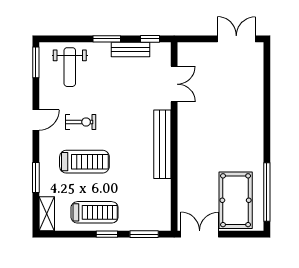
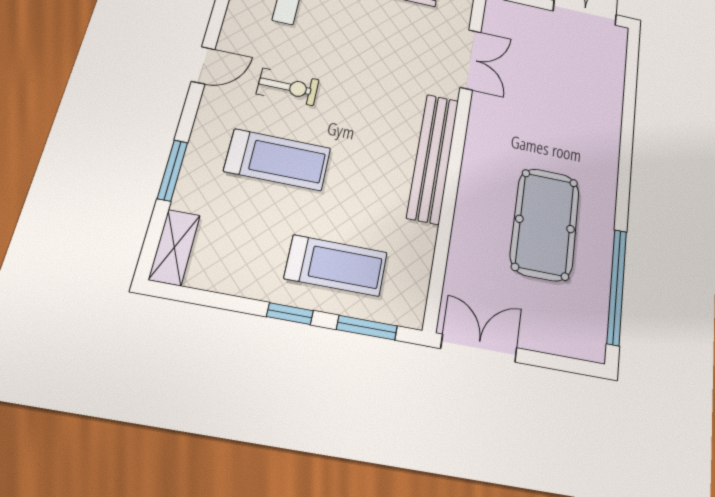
pool table: (236, 200) -> (545, 224), moved
treadmill: (95, 212) -> (336, 265), moved

